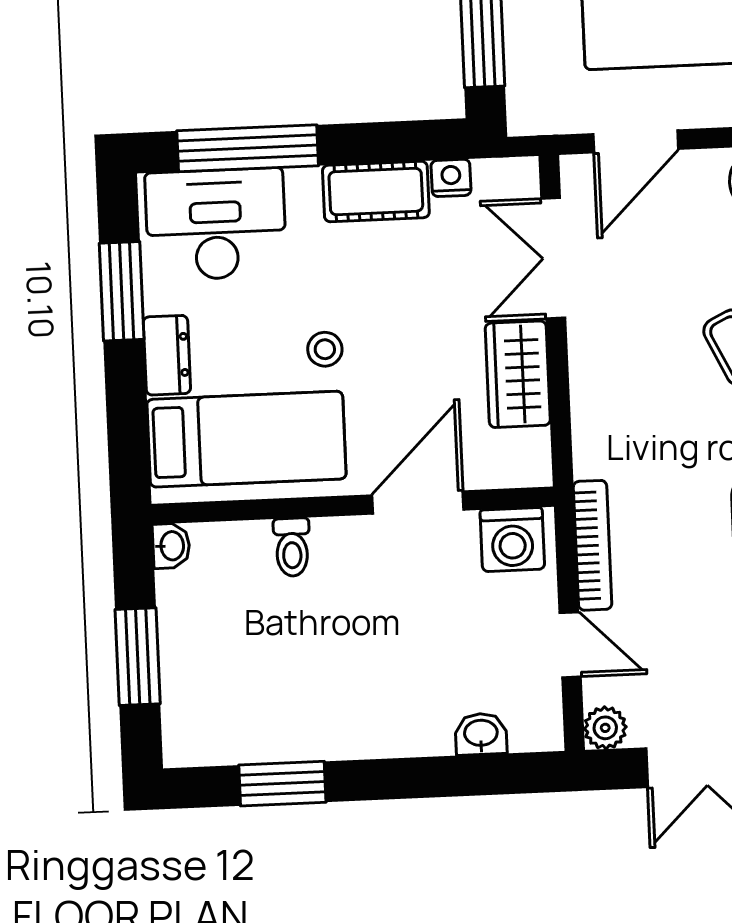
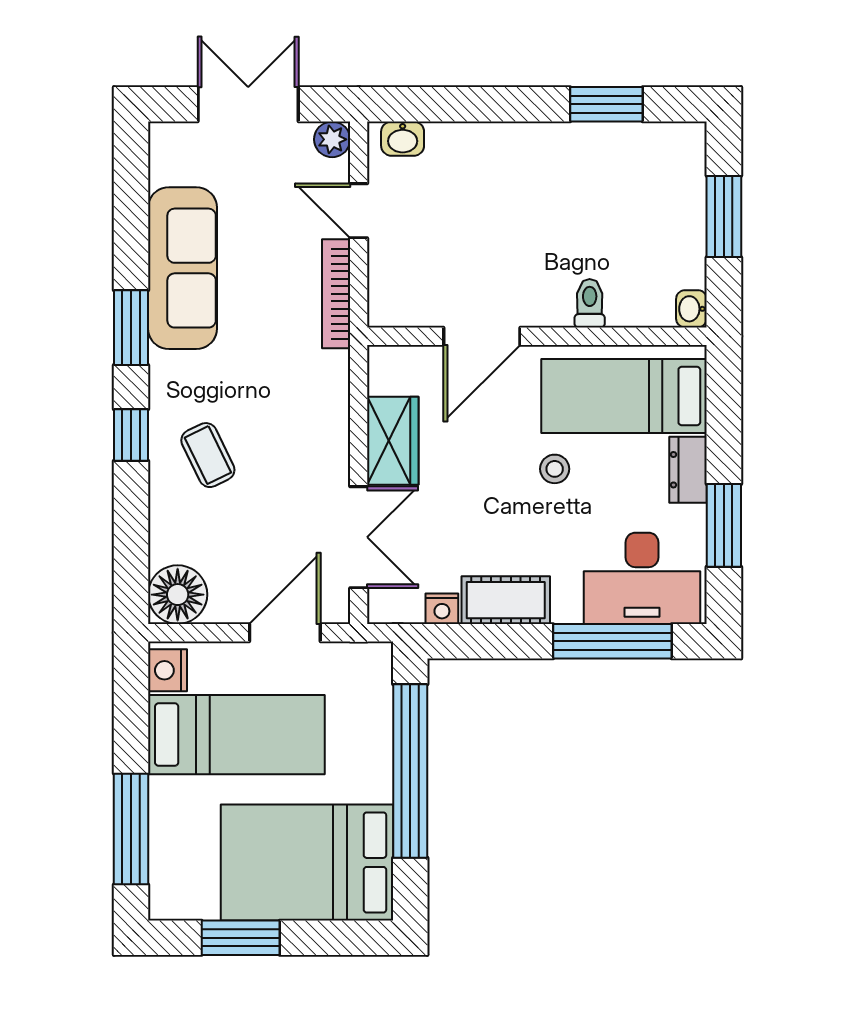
washing machine: (512, 540) -> (404, 301), removed
washbasin: (481, 734) -> (403, 139), moved

